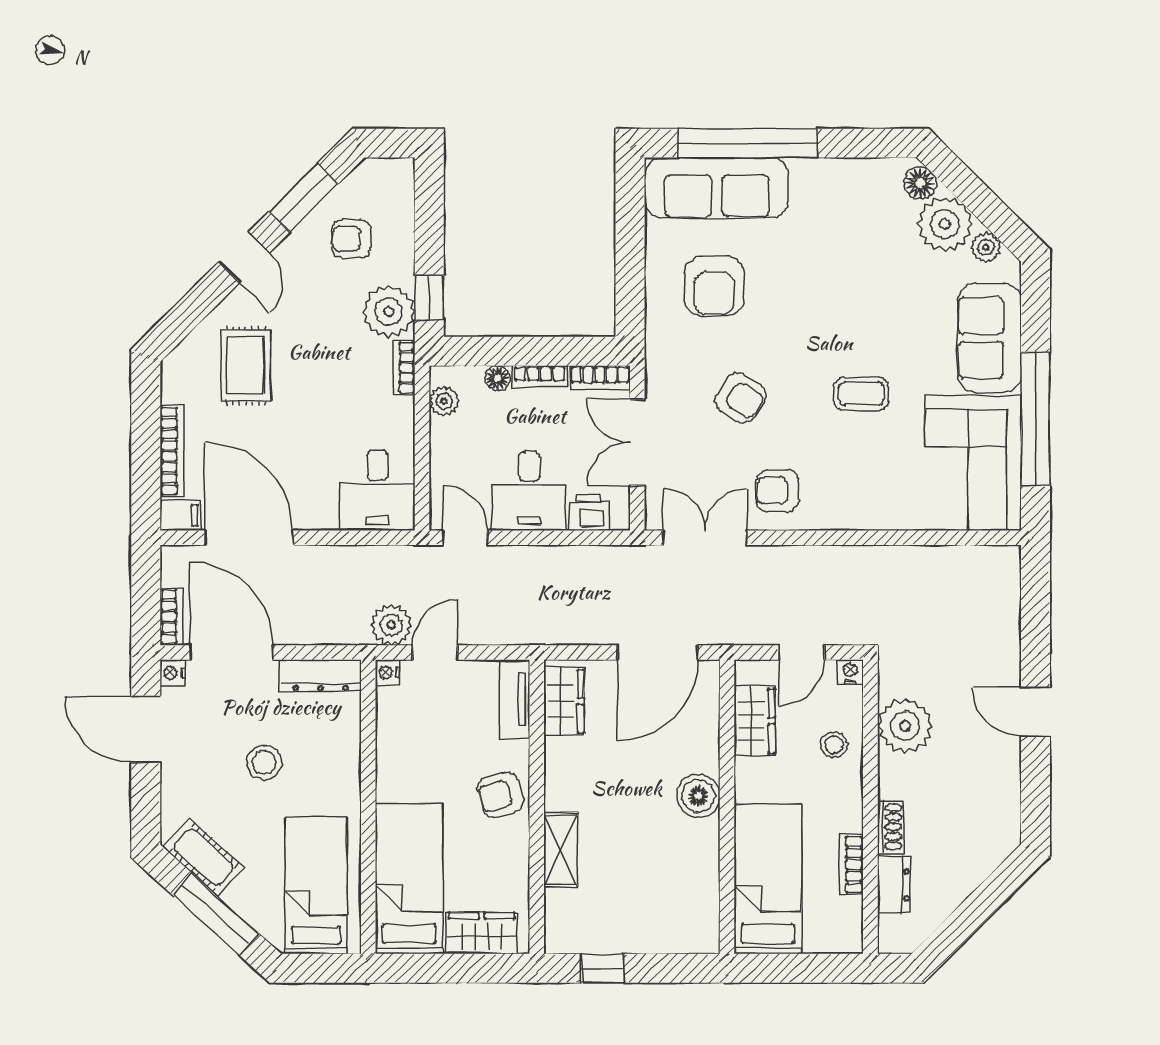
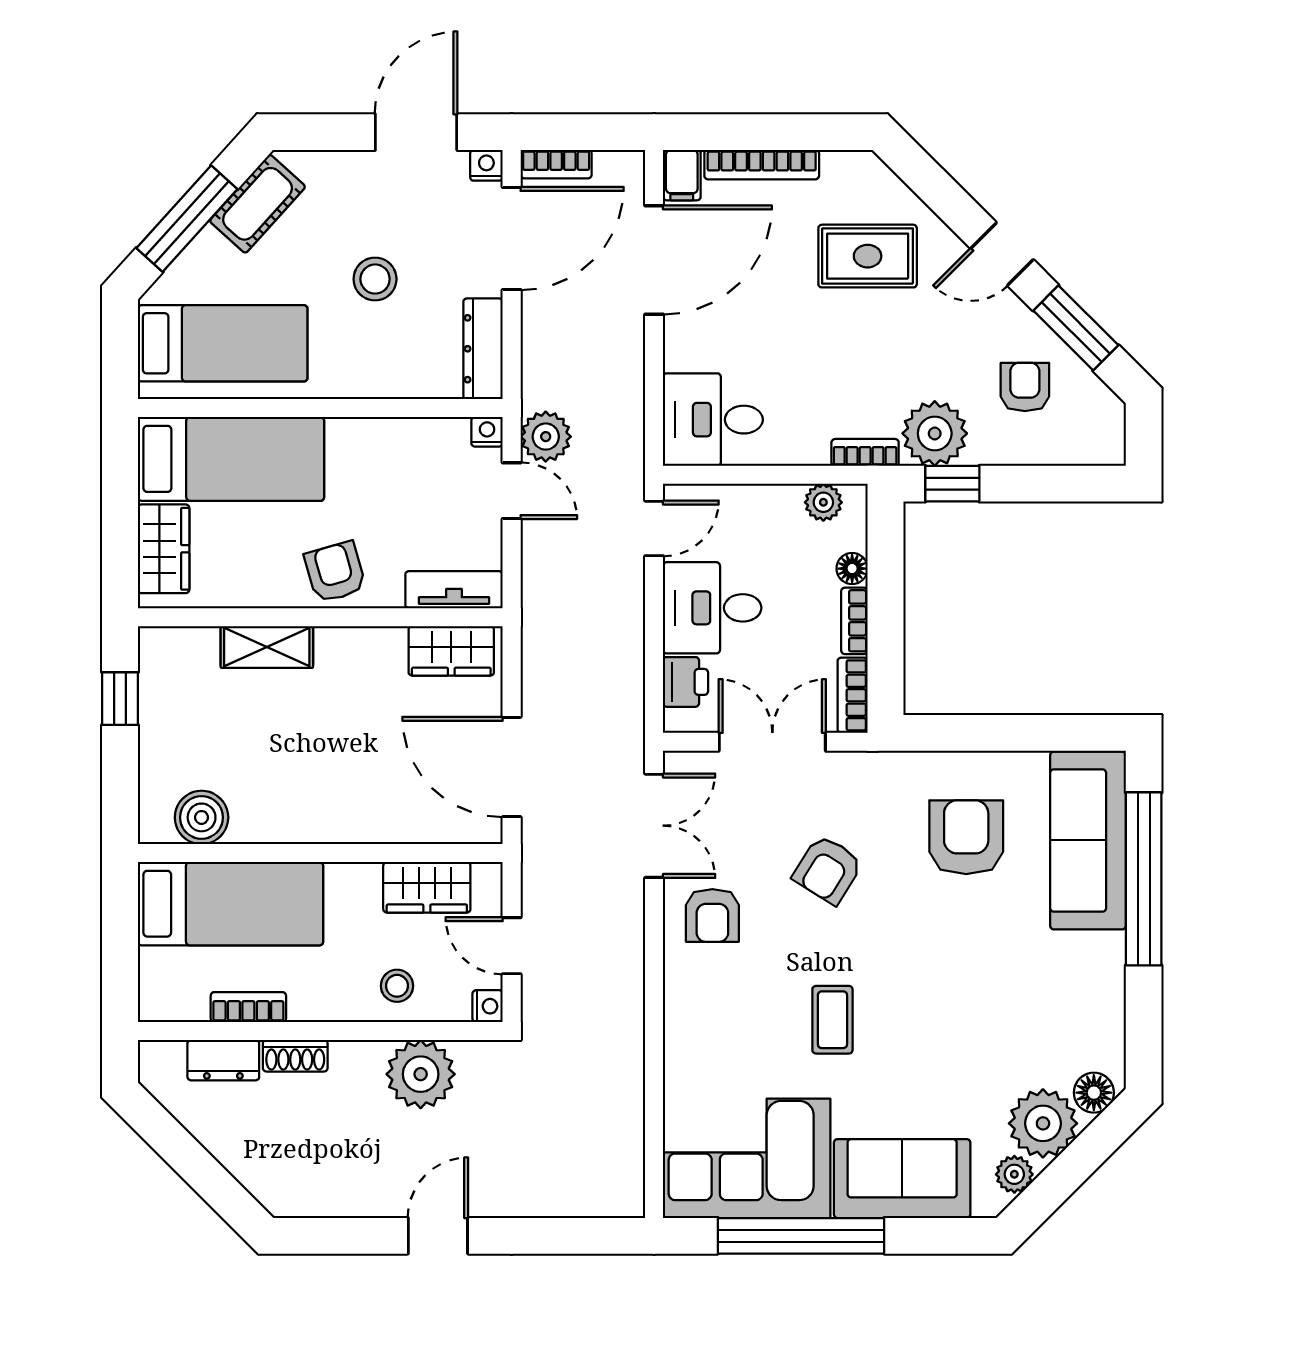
armchair: (714, 286) -> (966, 837), turned 90
armchair: (777, 491) -> (712, 915), turned 180
boiler: (698, 796) -> (202, 817), moved

